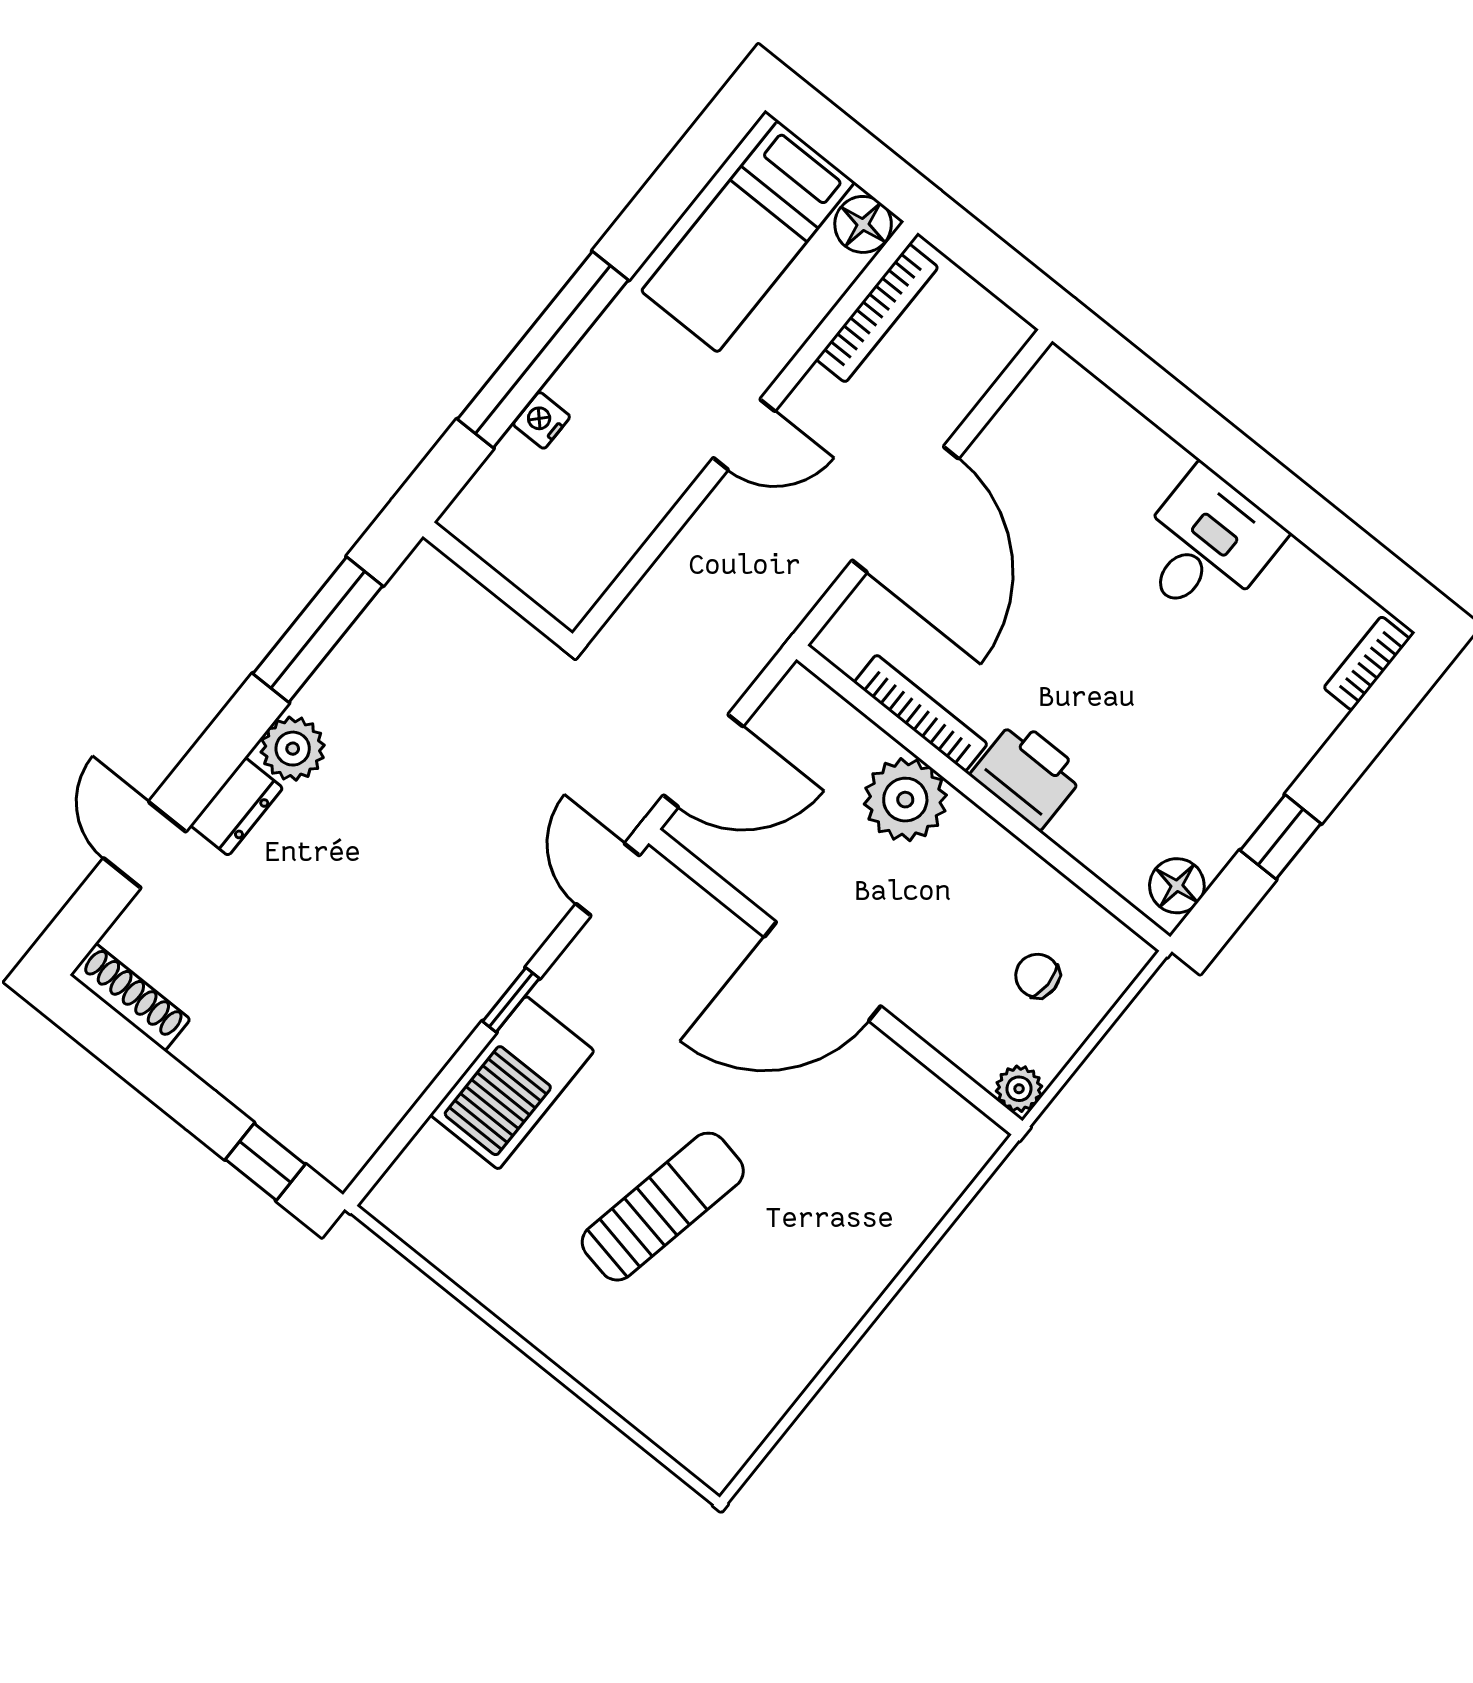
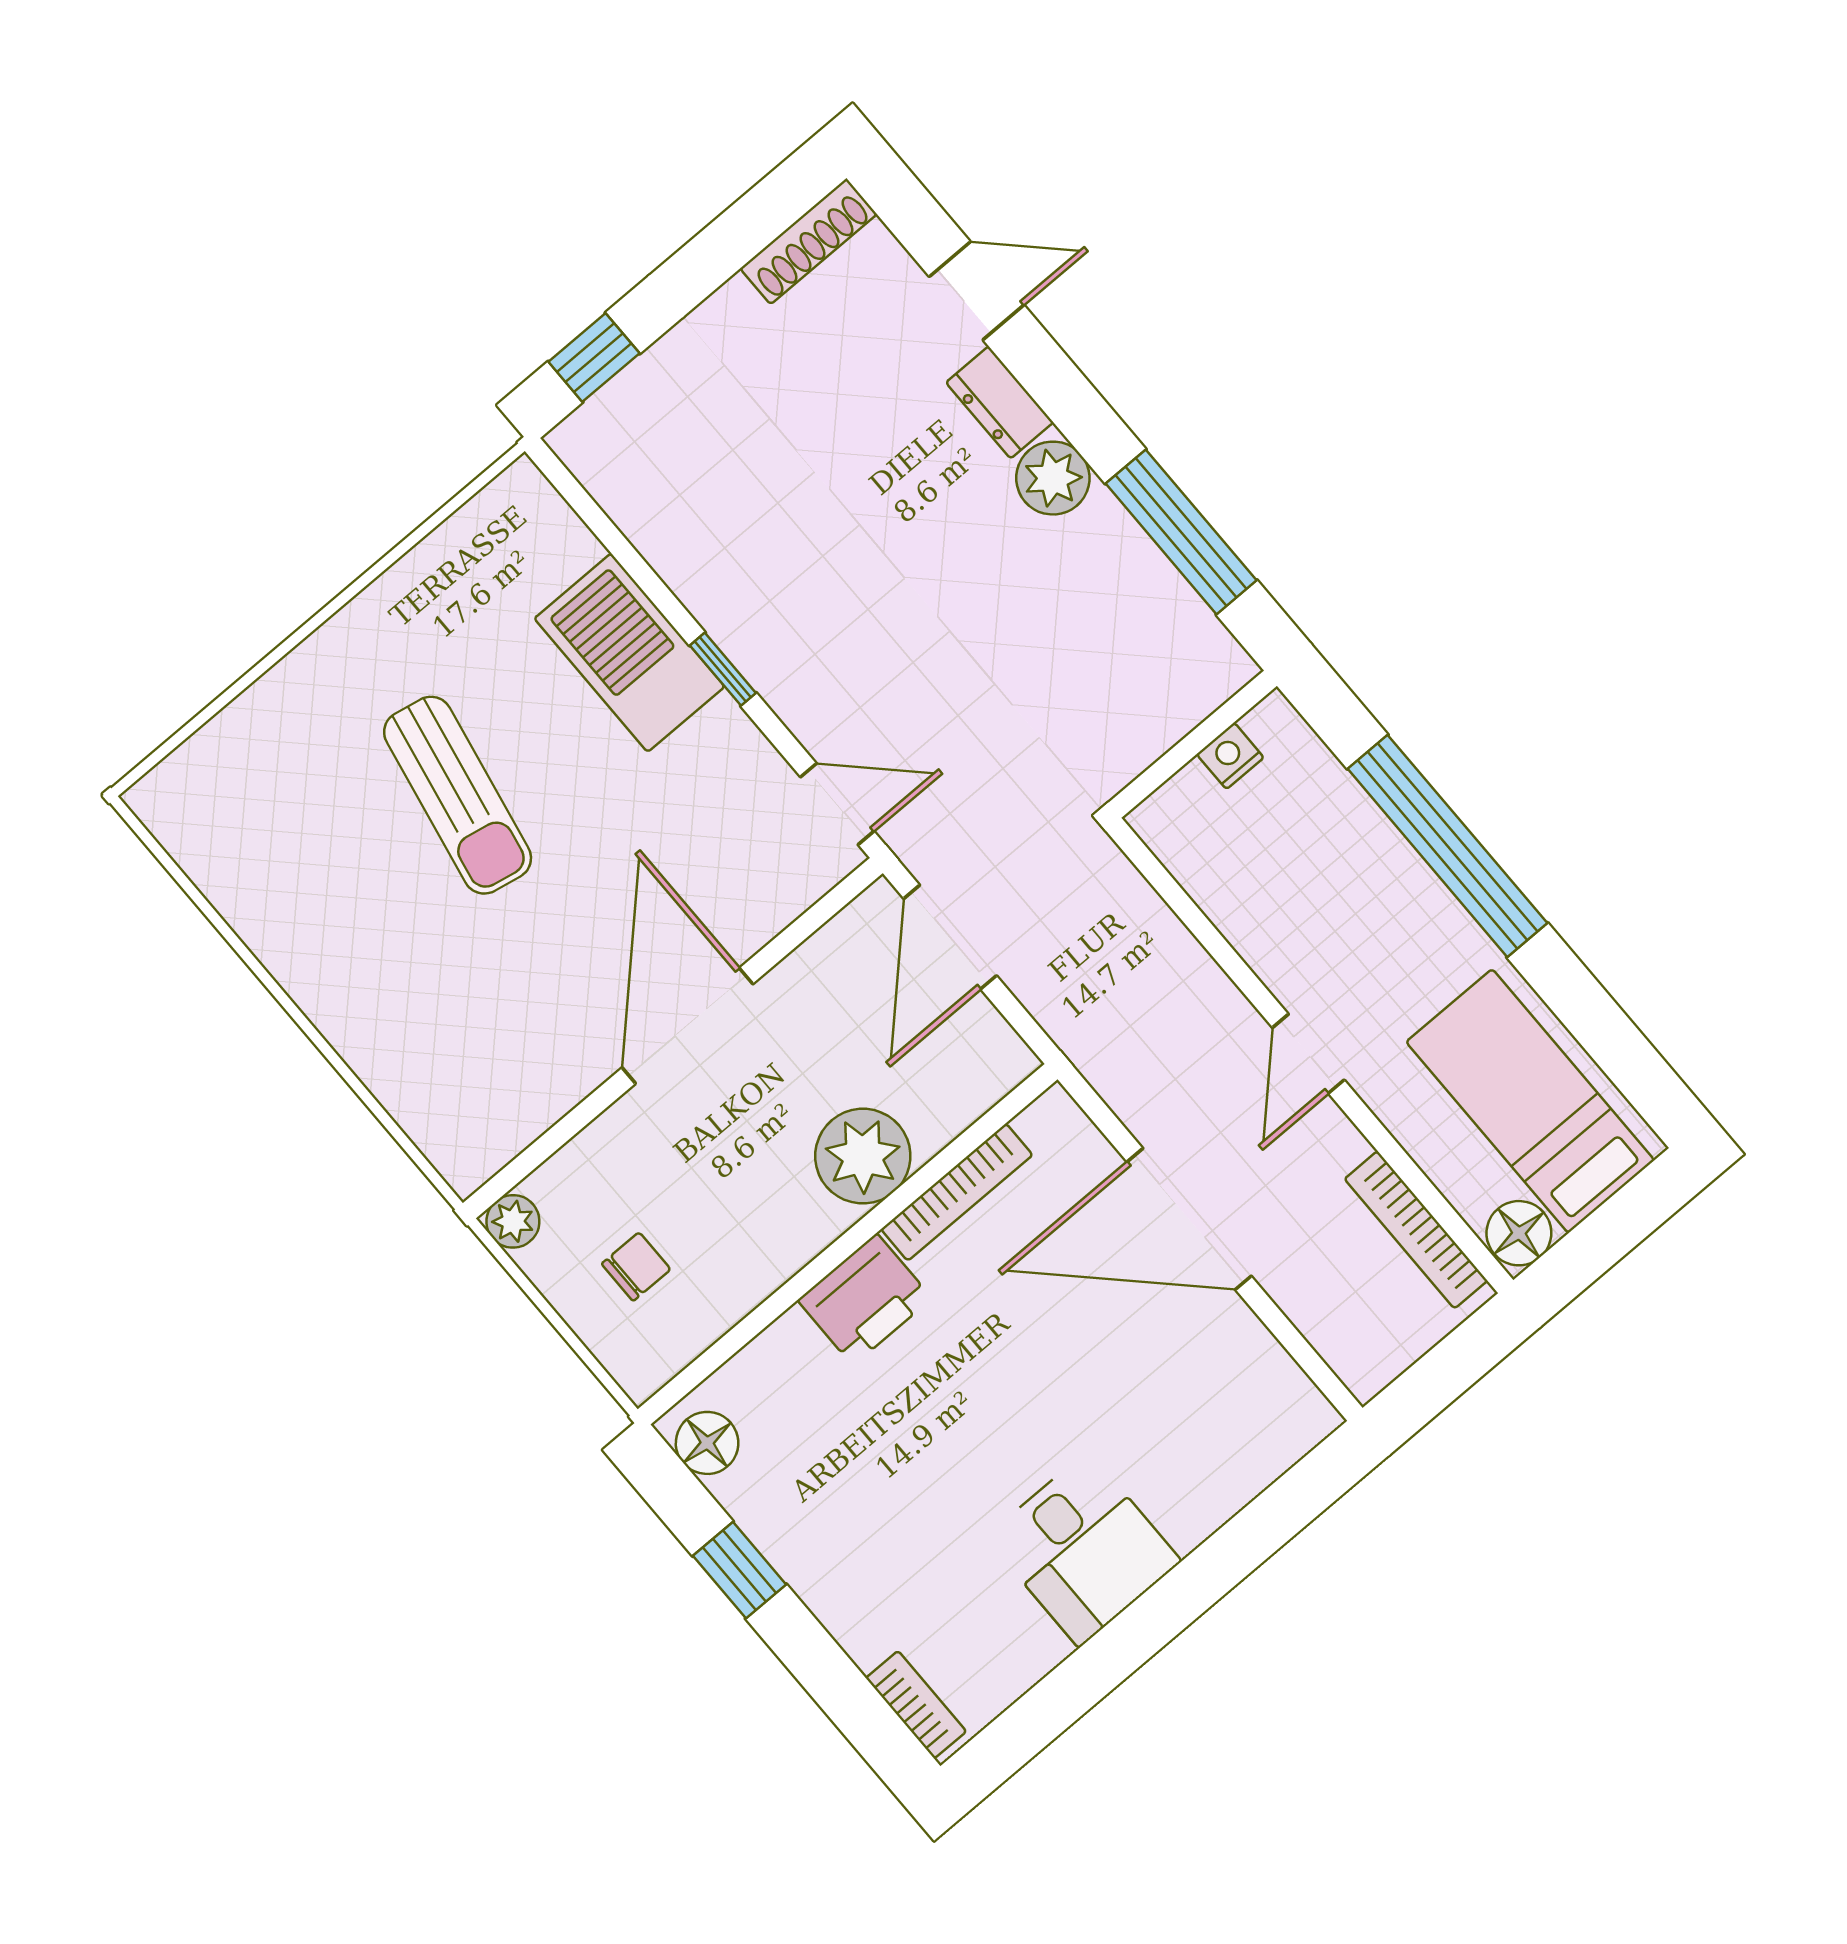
nightstand: (542, 420) -> (1230, 756), moved, turned -90

